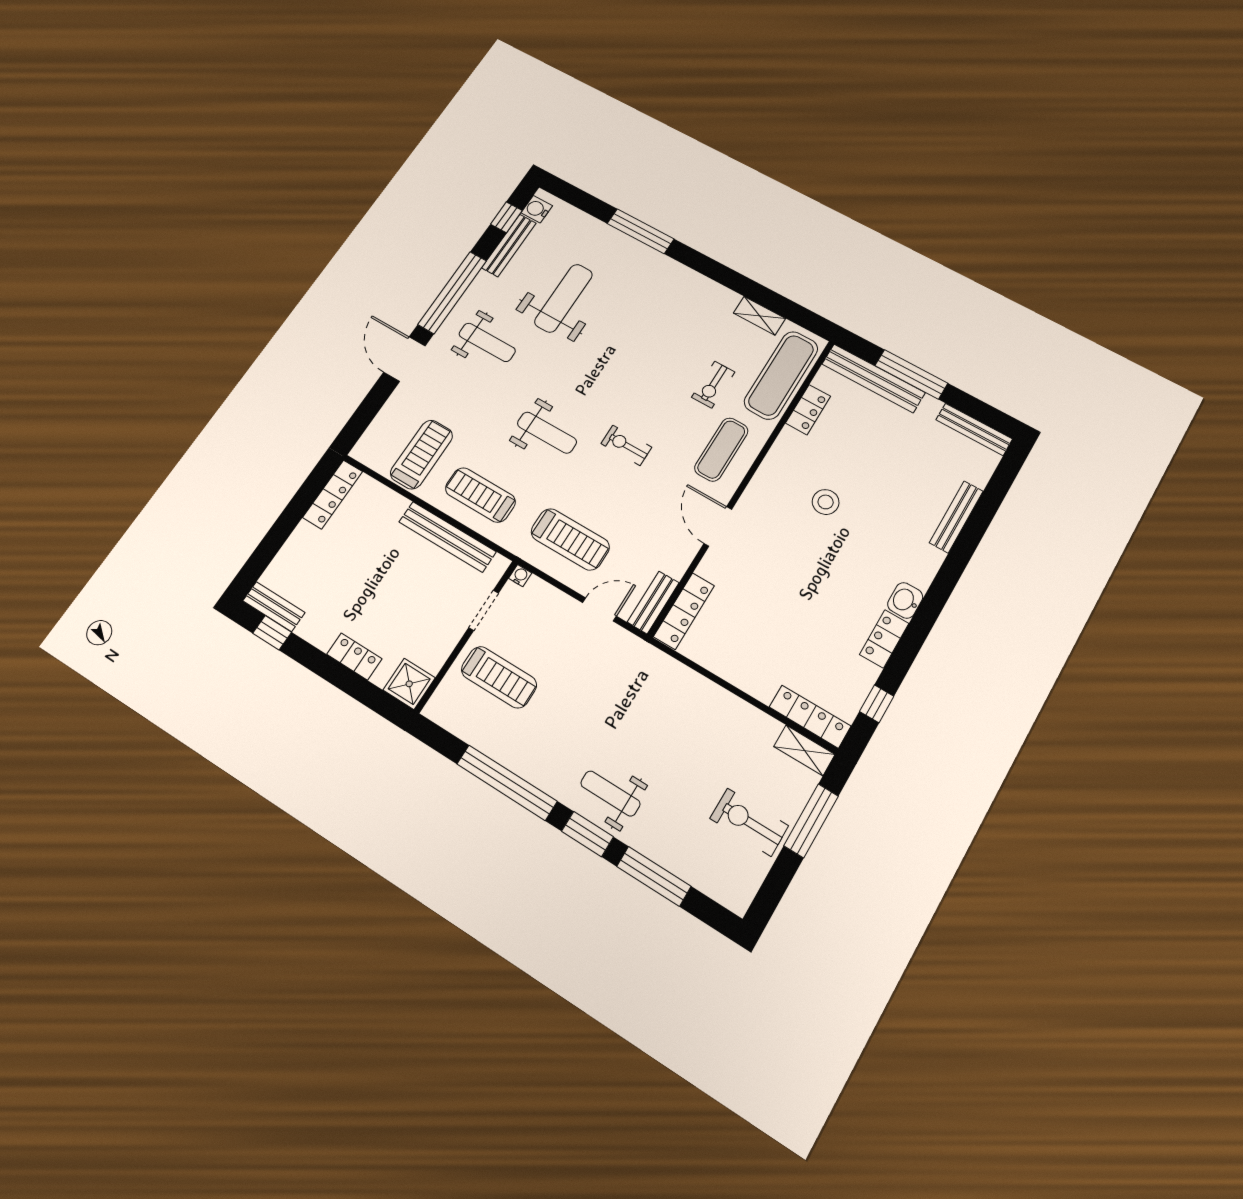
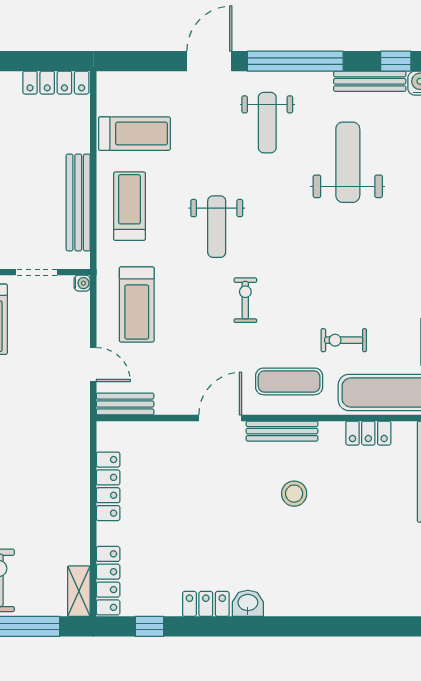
weight bench: (564, 298) -> (348, 162), turned -90
bench: (956, 517) -> (282, 431), moved
locker: (684, 611) -> (108, 486), moved, turned -90

